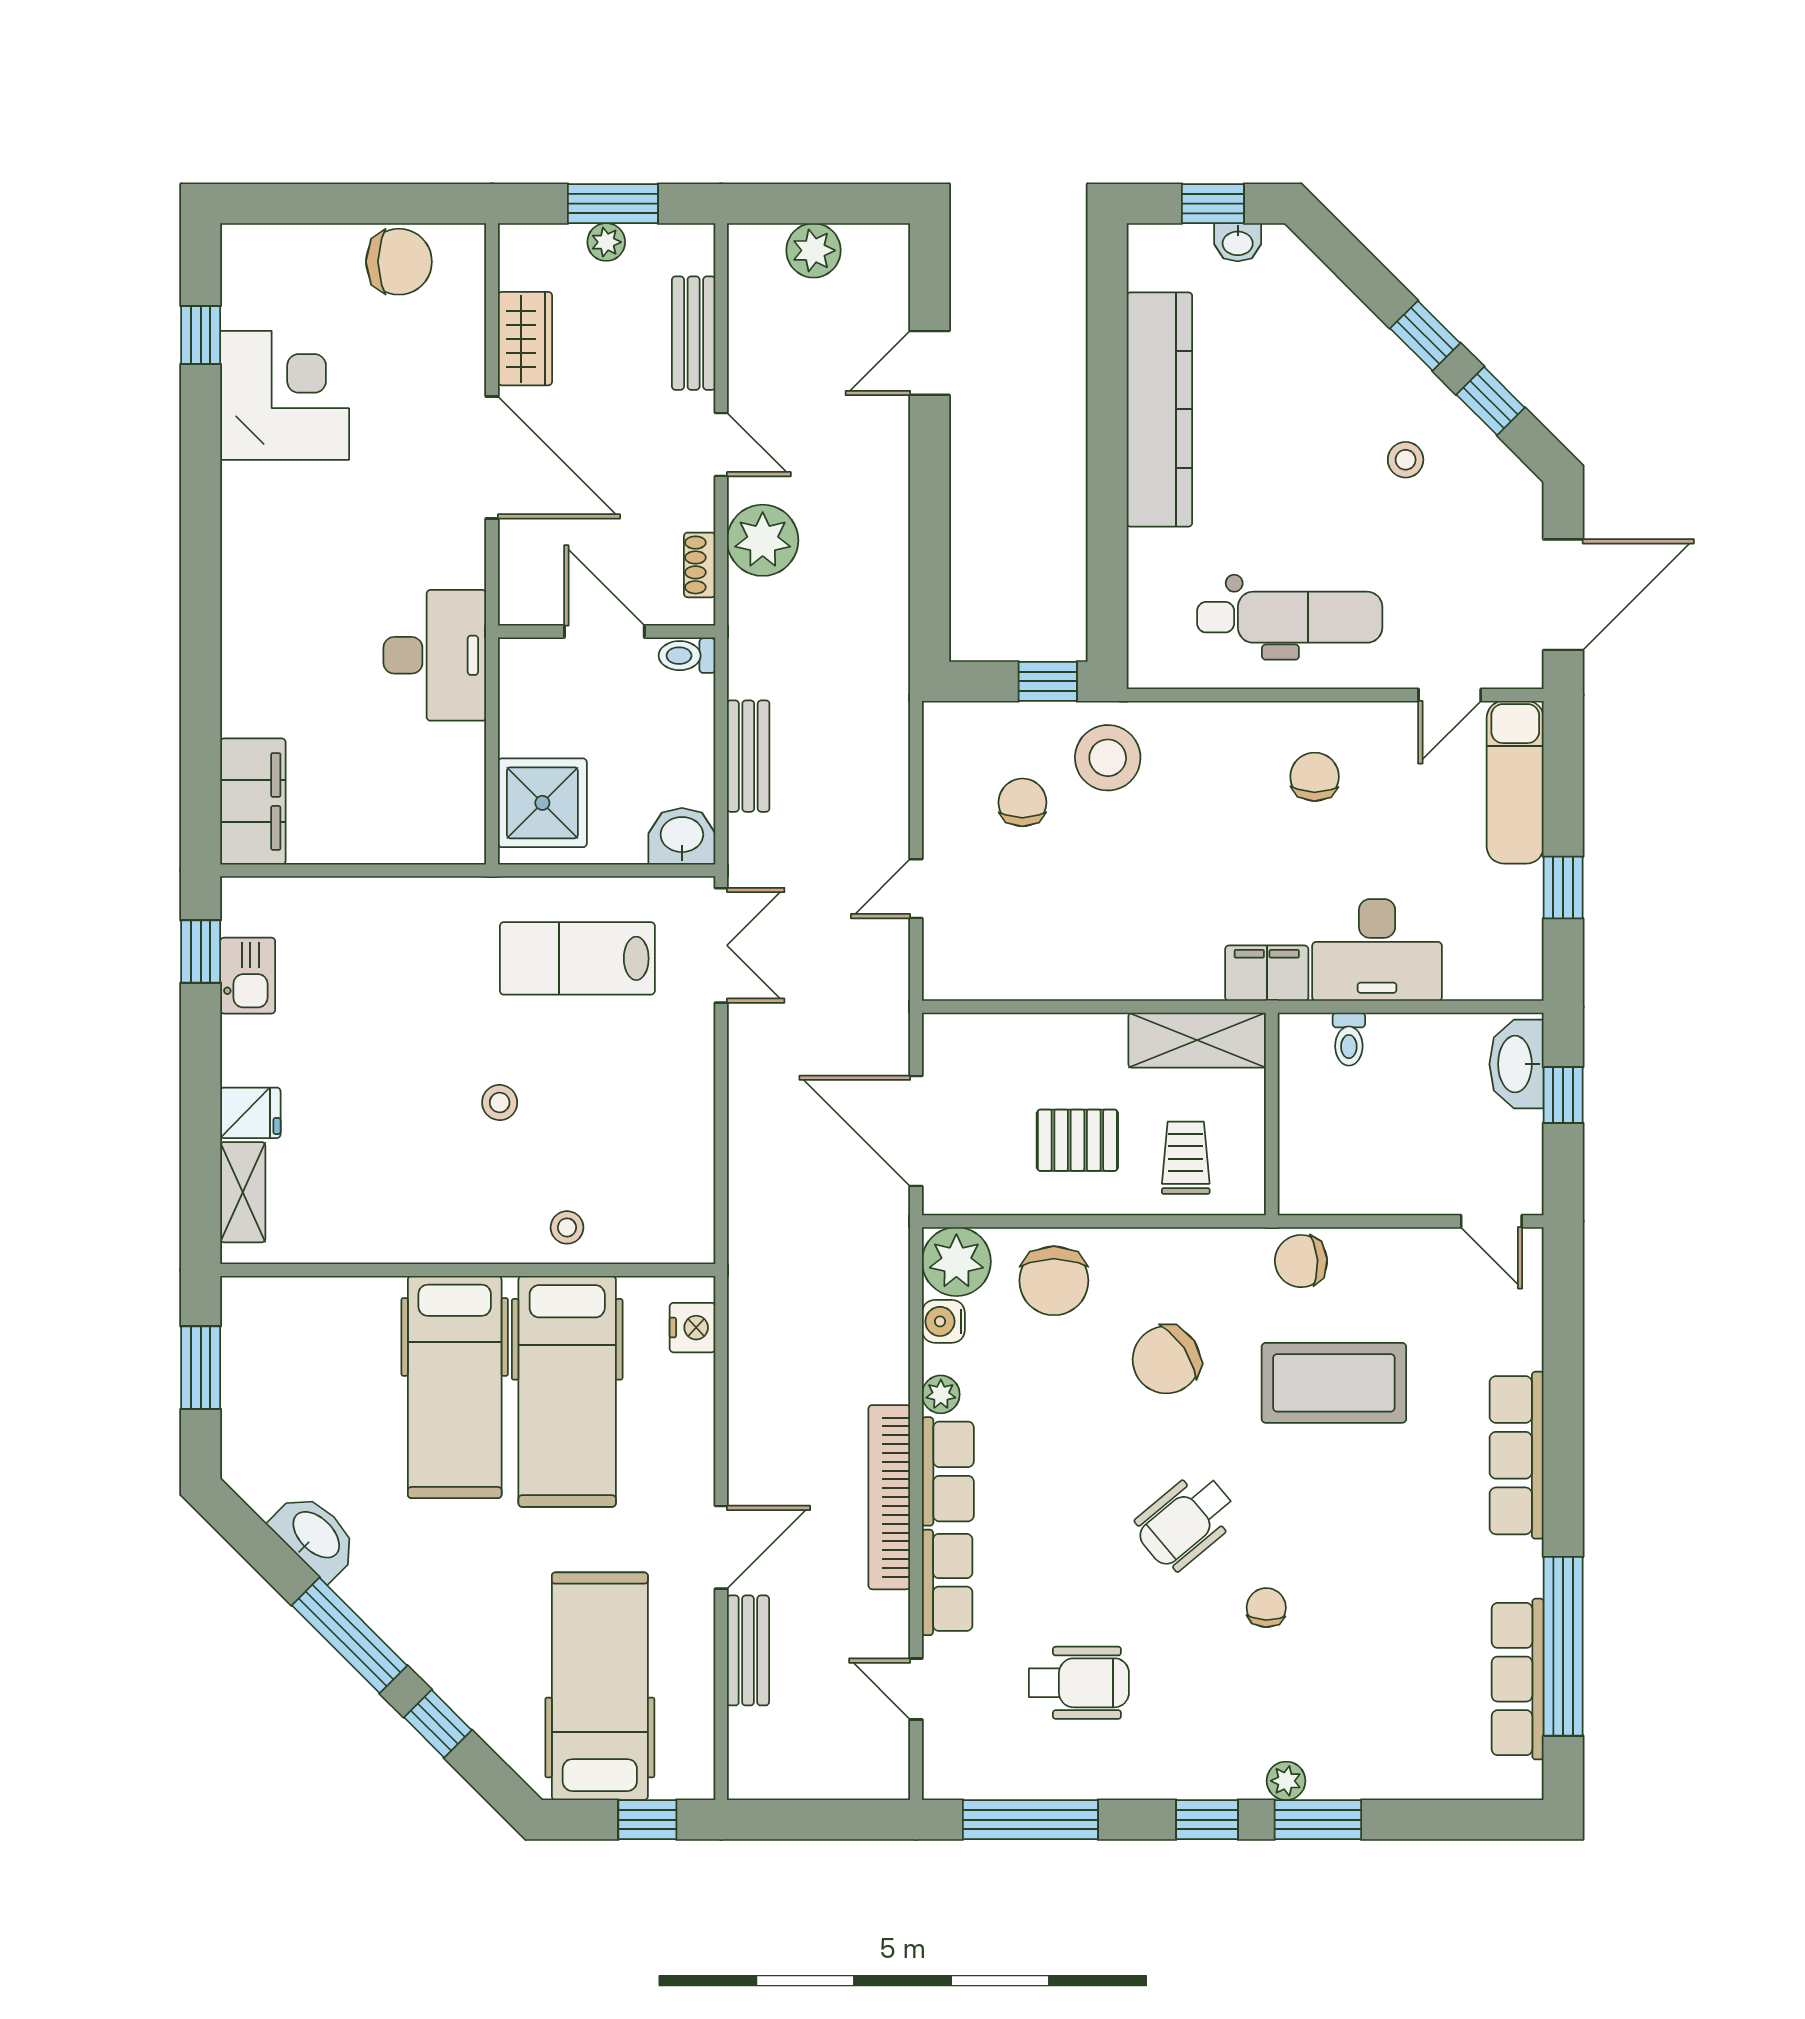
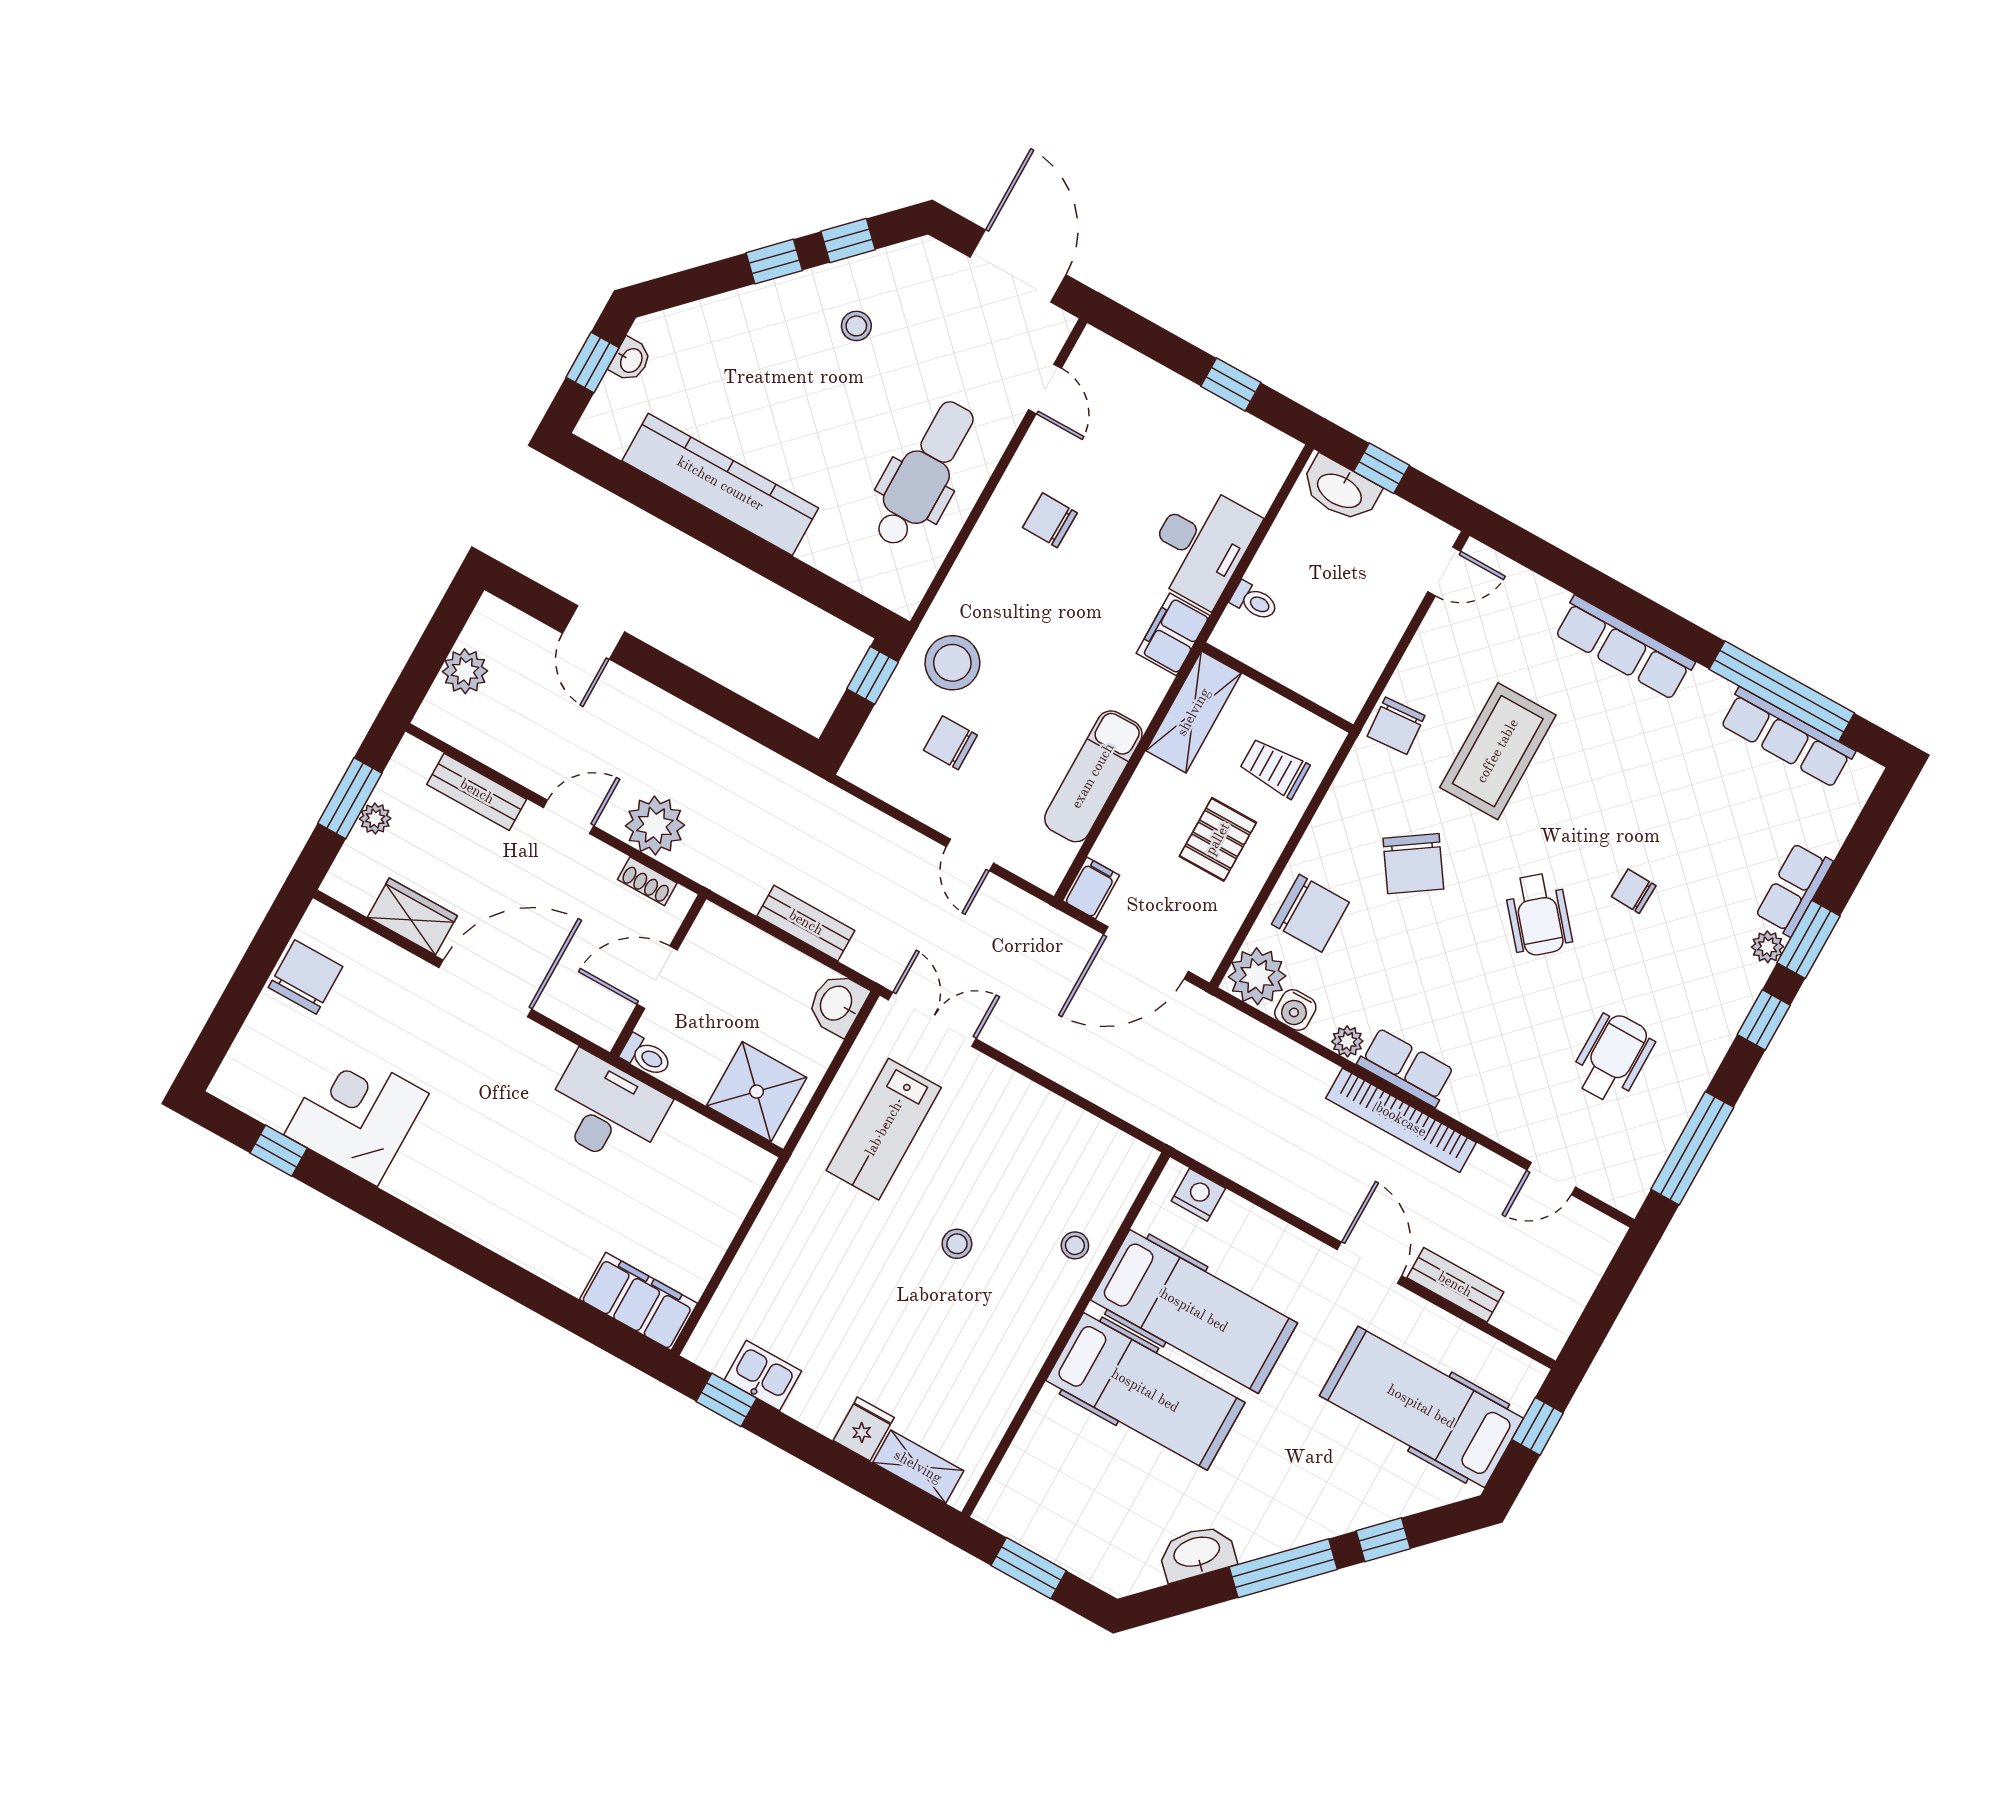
toilet: (687, 656) -> (646, 1056), moved, turned -90
exam couch: (1515, 782) -> (1093, 776), moved, turned 90
filing cabinet: (952, 1035) -> (1091, 888), added
row of seats: (947, 1582) -> (1794, 889), moved, turned -90

